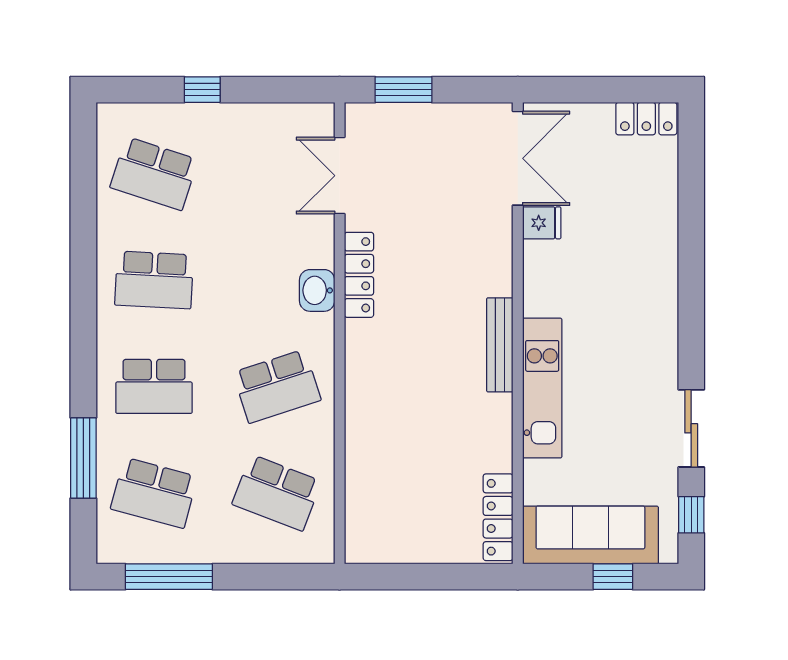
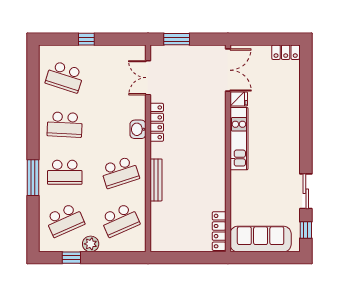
bench: (500, 345) -> (156, 180), moved
kitchen unit: (542, 388) -> (239, 139), moved
window: (83, 458) -> (33, 178), moved
school desk: (154, 493) -> (65, 220), turned -39
school desk: (277, 493) -> (120, 220), turned -45
plant: (212, 546) -> (91, 244), added
window: (169, 577) -> (71, 258), width x0.46
window: (613, 577) -> (271, 258), removed

